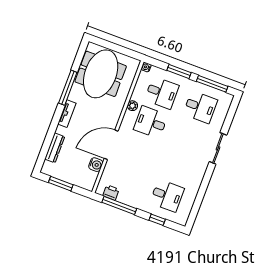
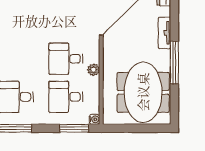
window: (179, 71) -> (74, 128), moved
desk: (151, 122) -> (66, 59), turned 180

